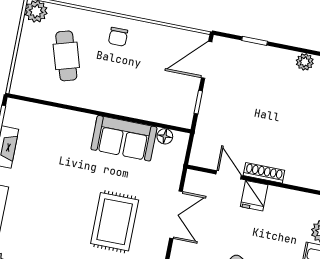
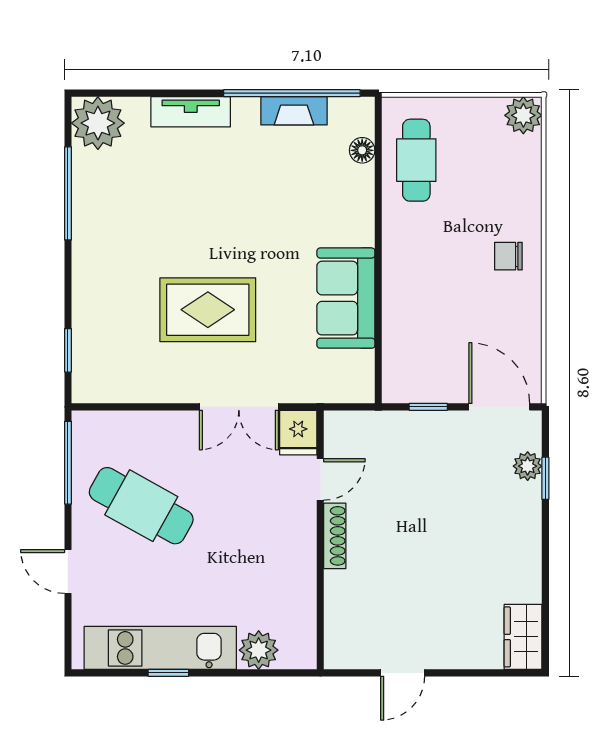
cafe table: (66, 56) -> (416, 160), moved, turned -73
plant: (305, 62) -> (528, 466), moved
floor lamp: (165, 136) -> (362, 150), moved
fridge: (254, 196) -> (298, 433), moved, turned -90

